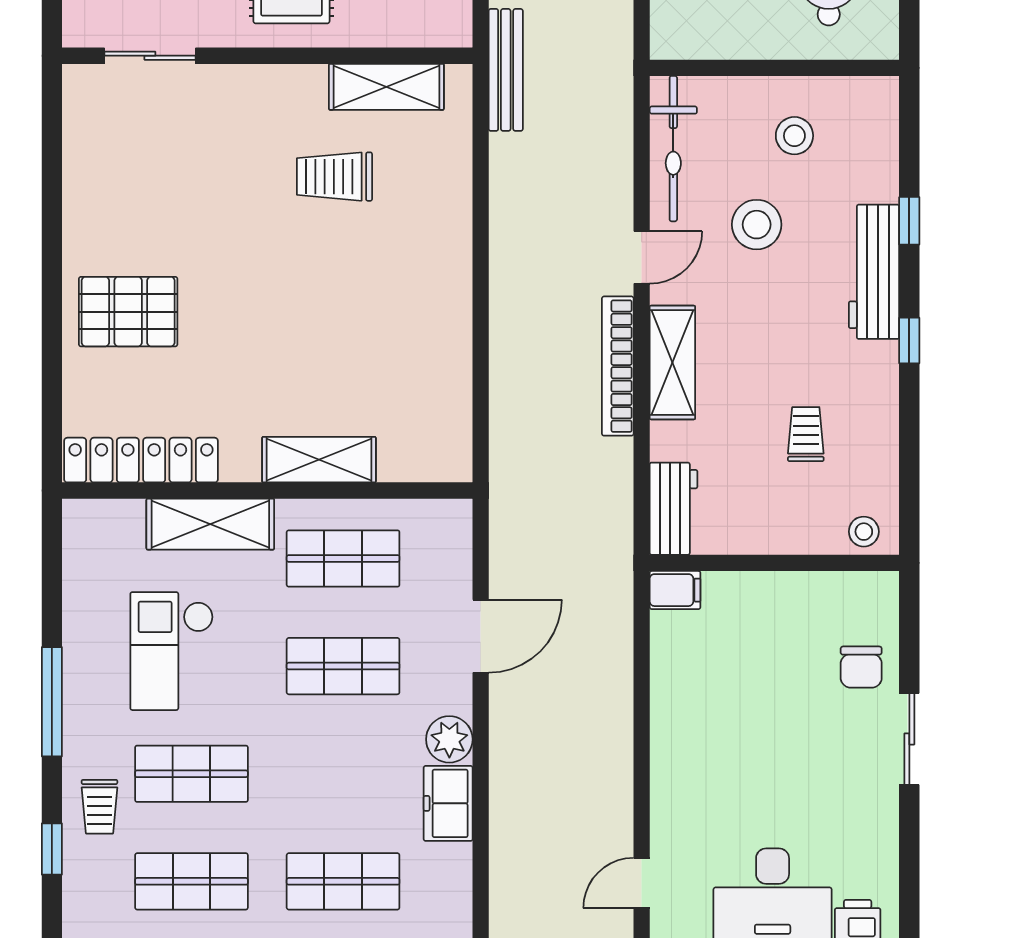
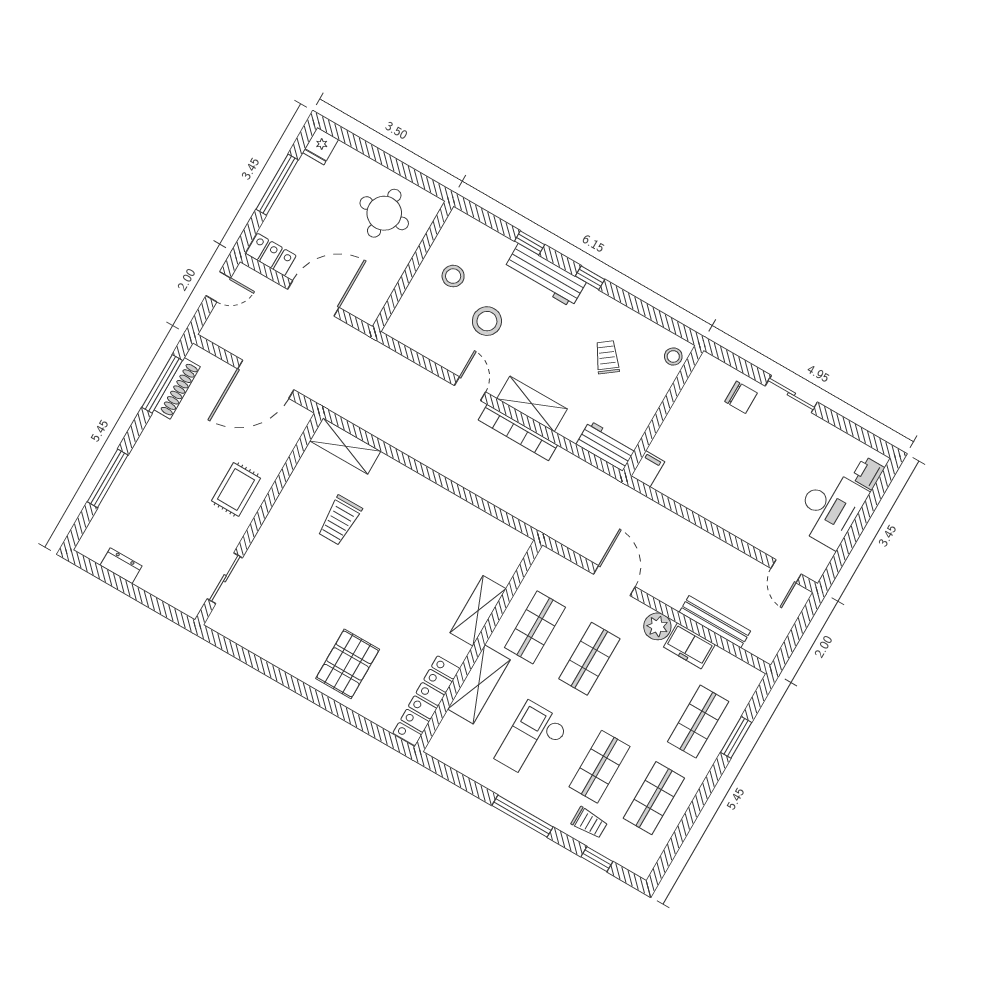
bench: (506, 70) -> (715, 622), moved
shelving: (386, 87) -> (345, 446), moved, turned 90
bicycle: (673, 149) -> (424, 341), removed
trolley: (806, 434) -> (607, 357), turned 53
checkout: (172, 651) -> (532, 741), turned 90

